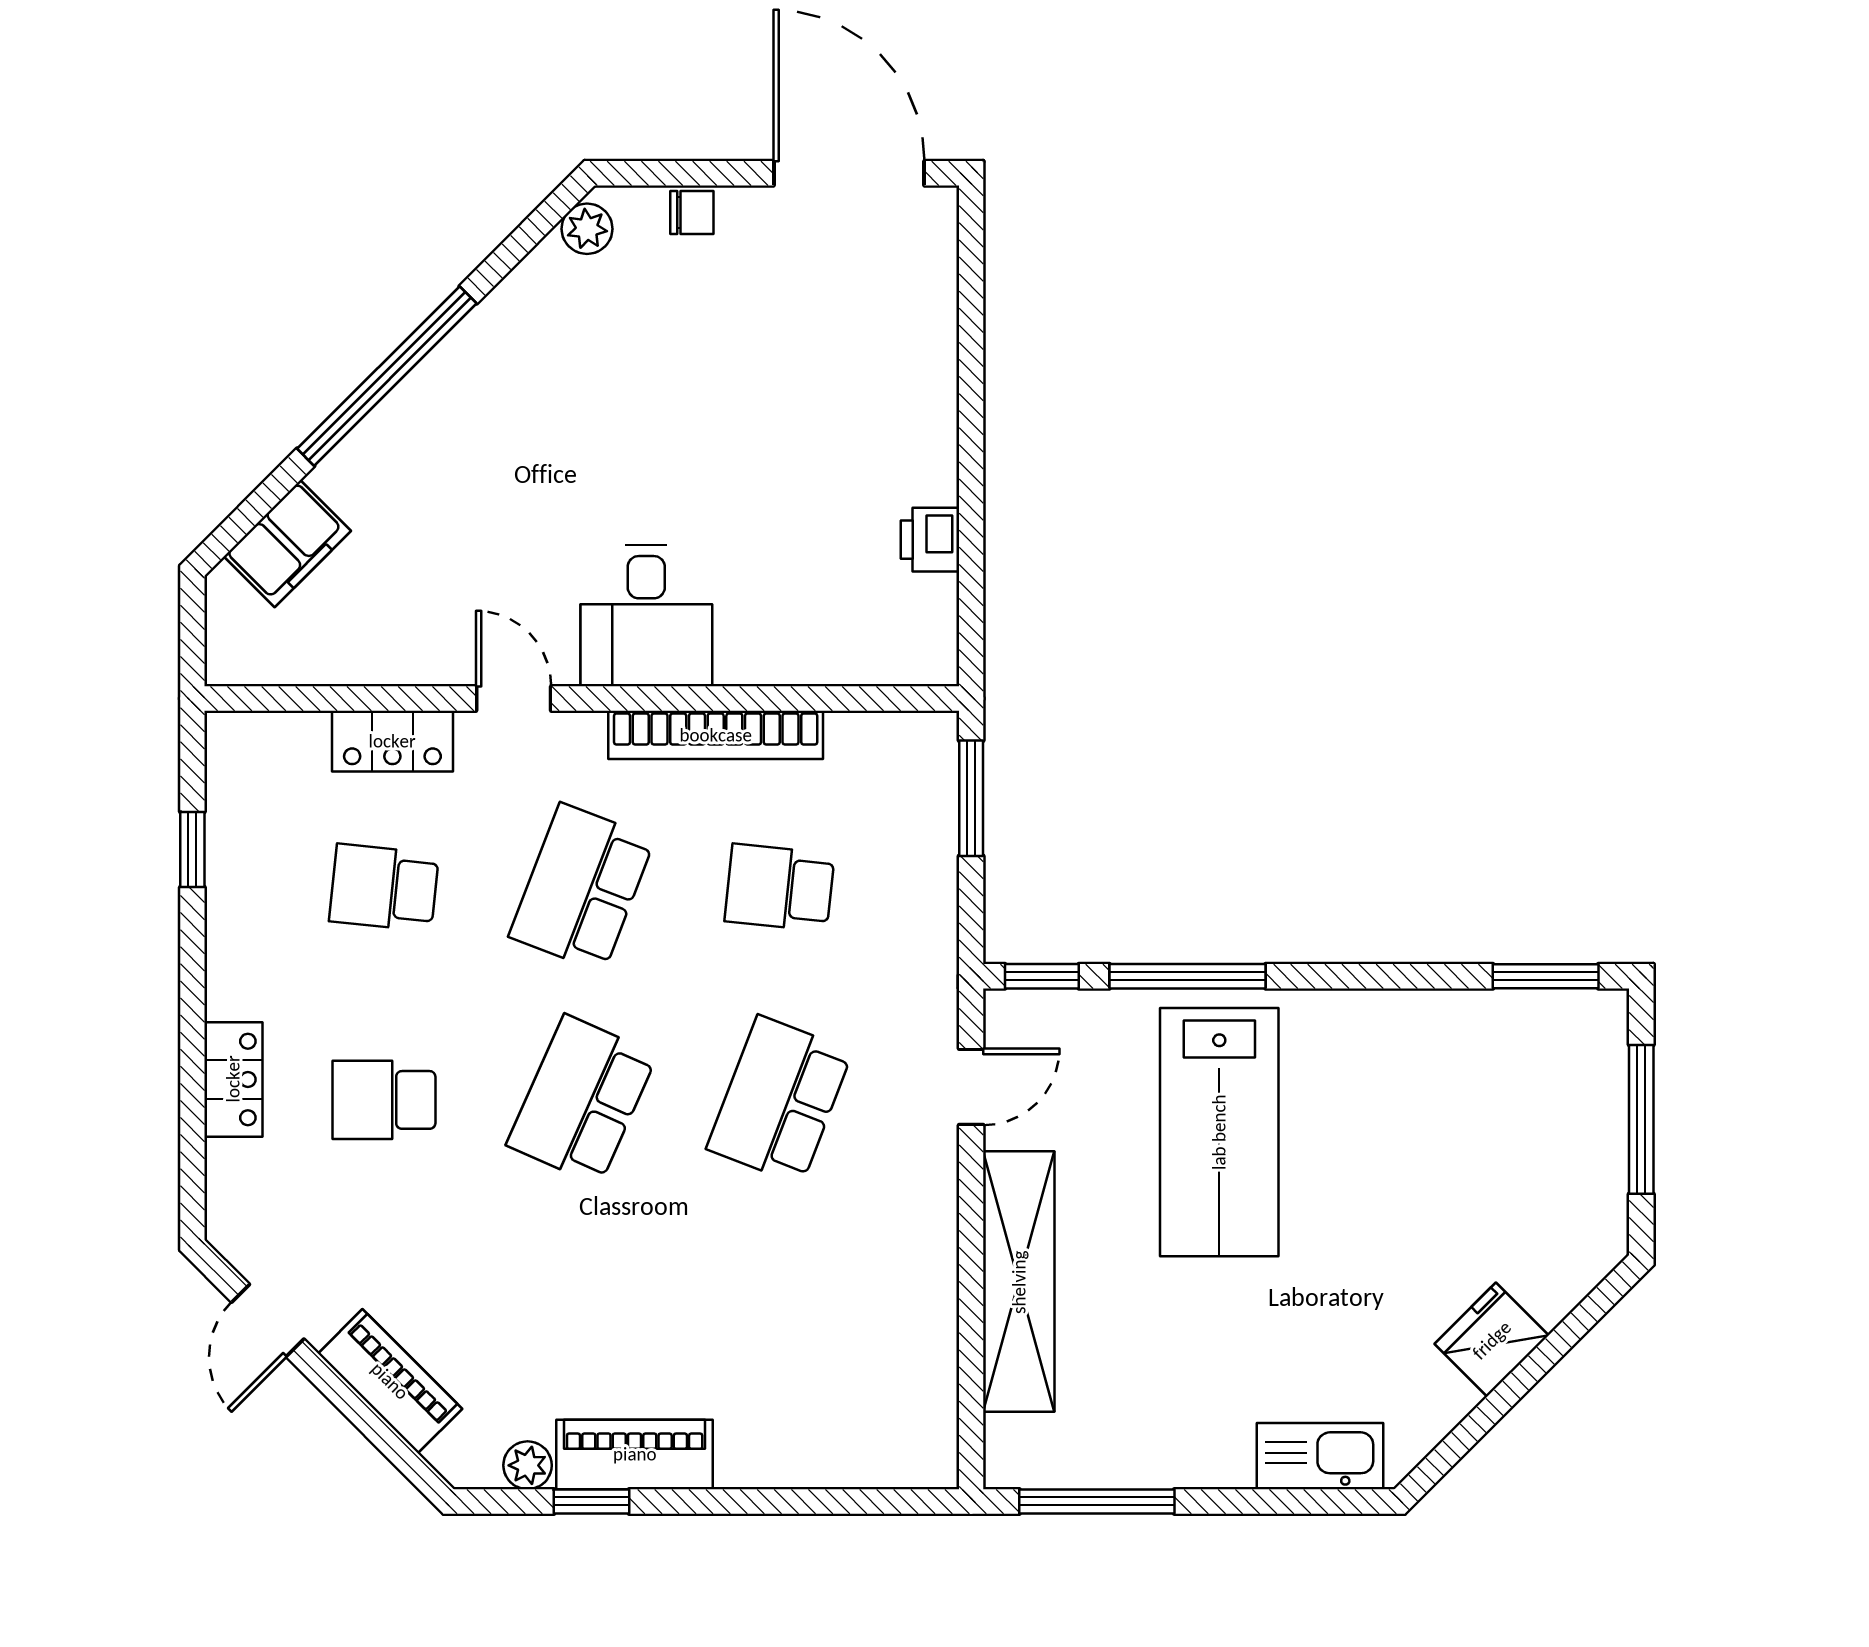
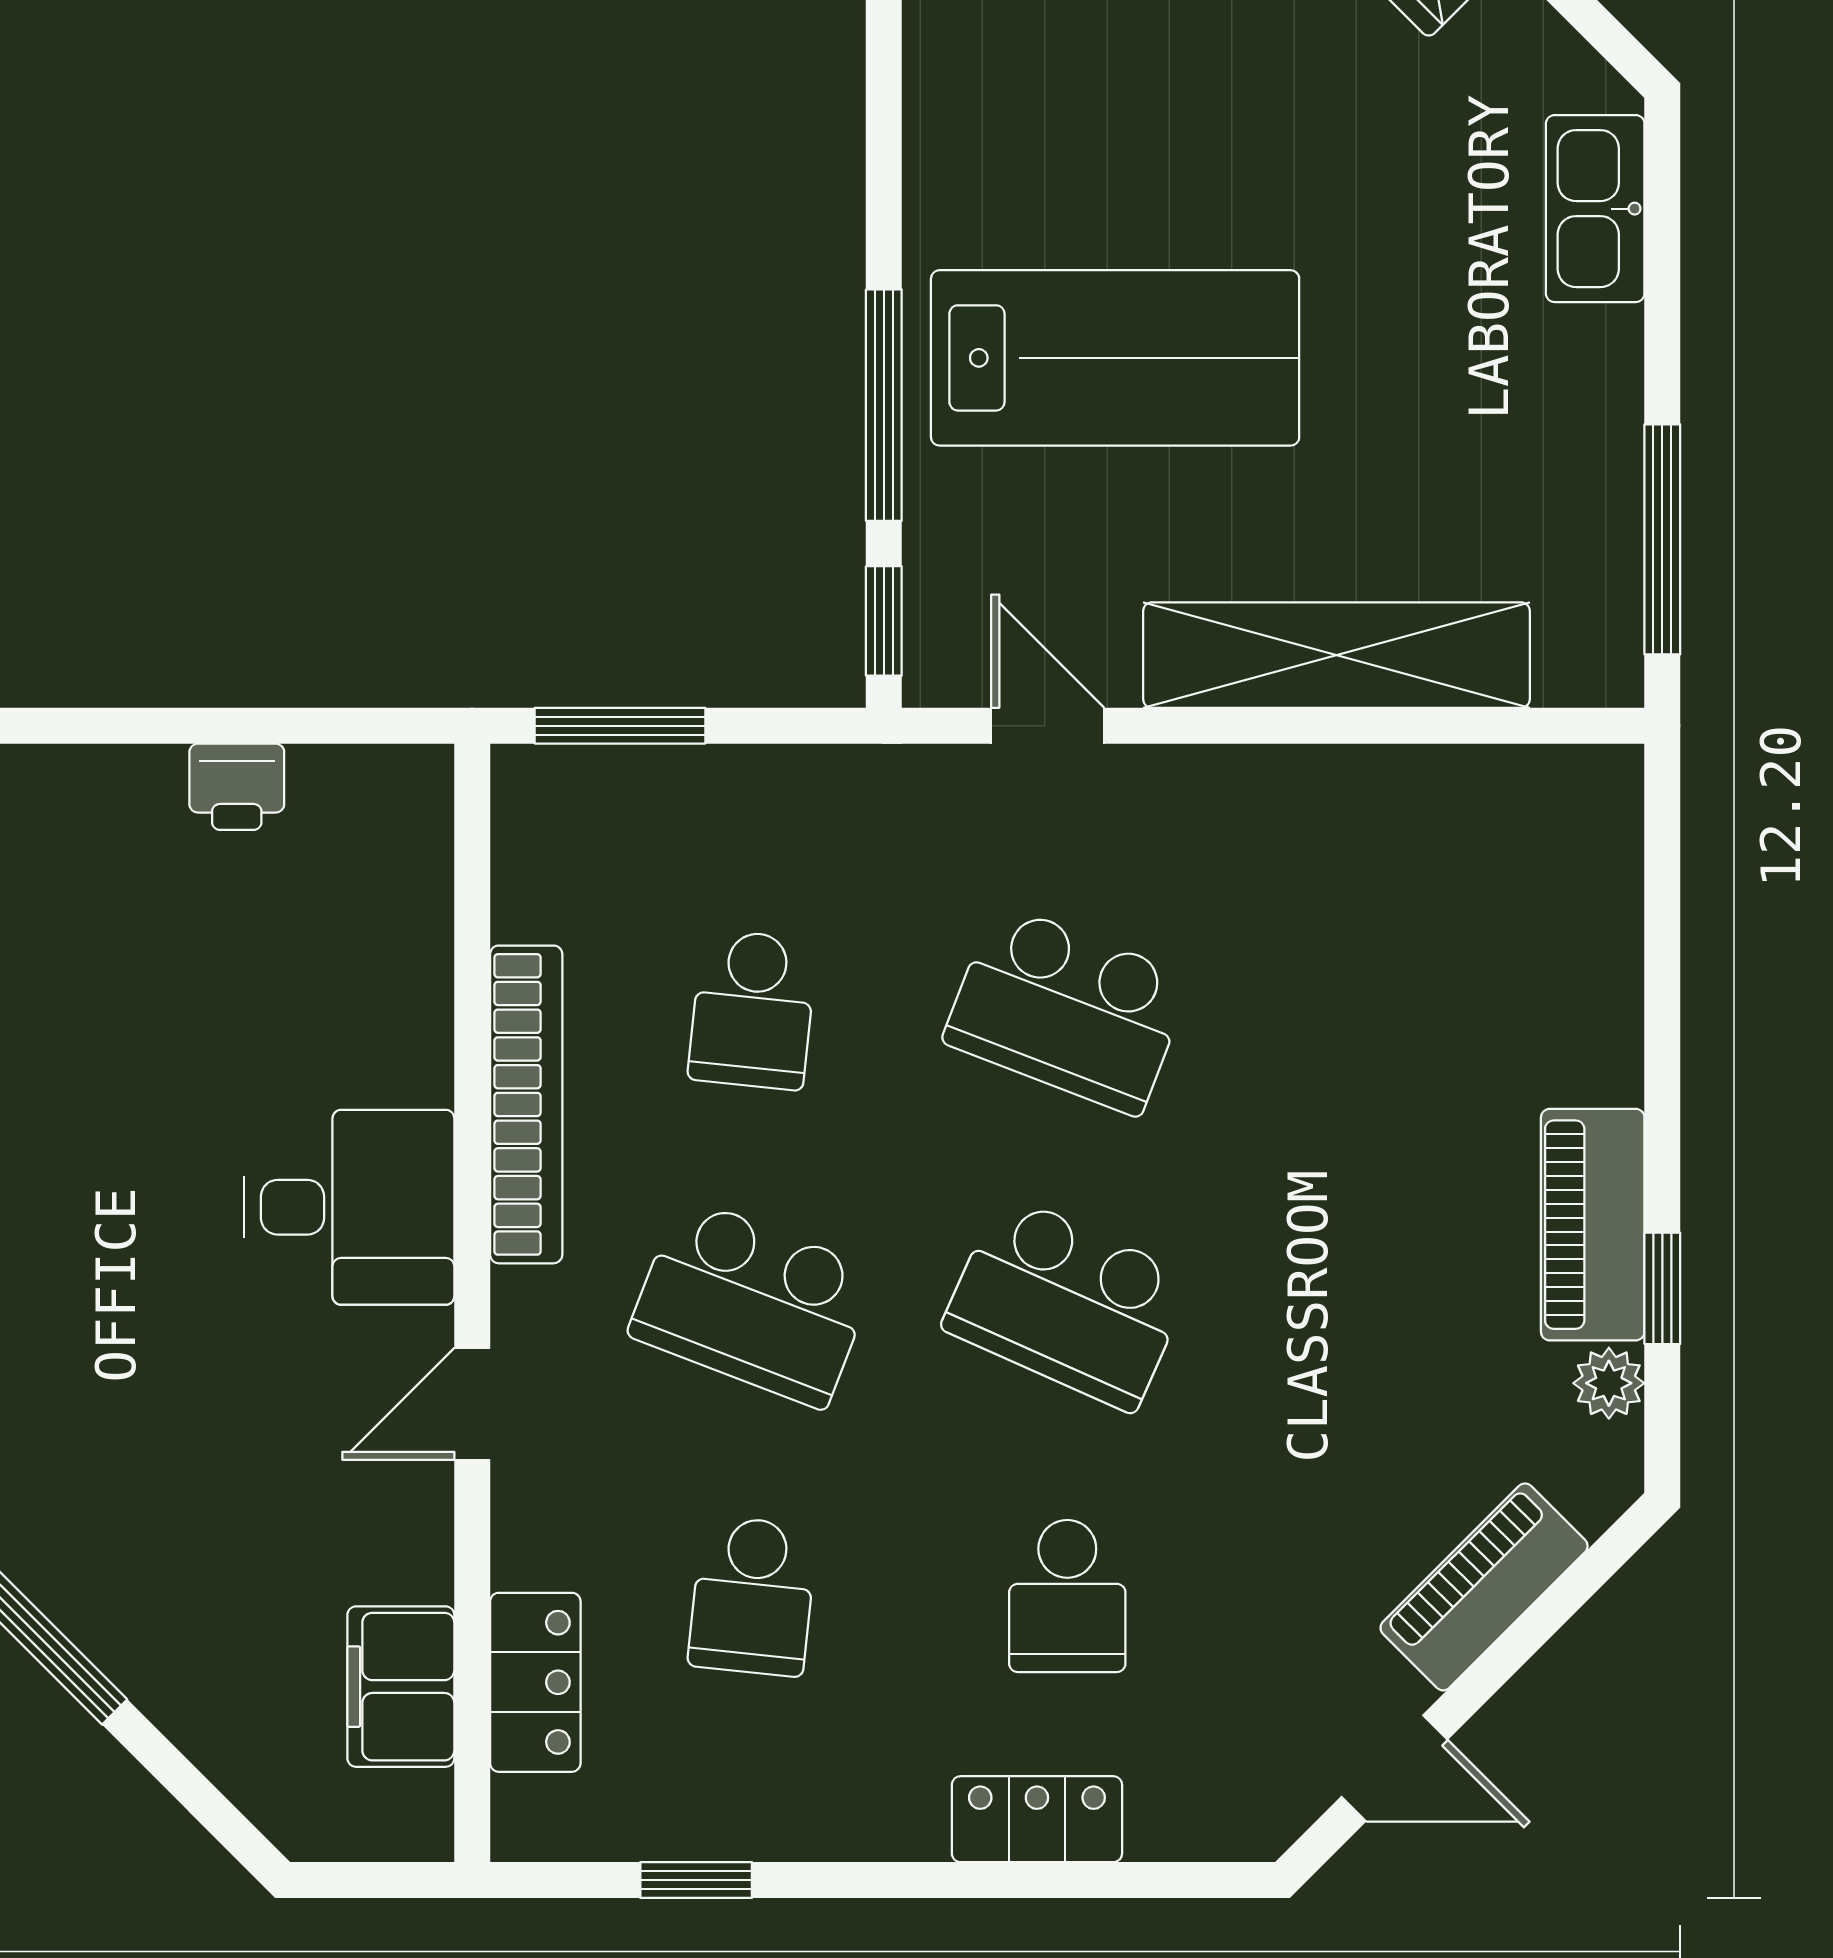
filing cabinet: (287, 544) -> (401, 1687), moved, turned -135
locker: (392, 741) -> (535, 1682), moved

